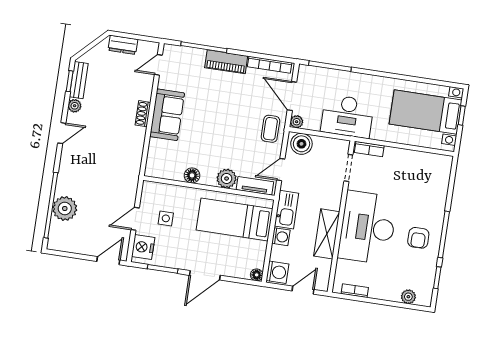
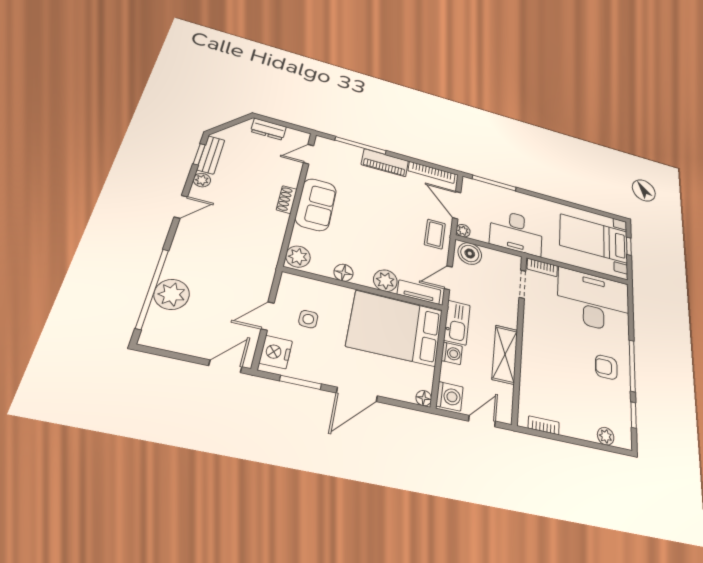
plant: (155, 165) -> (298, 257), added
bed: (235, 219) -> (395, 328), width x1.50
desk: (368, 228) -> (594, 301), moved, turned 90
armchair: (418, 238) -> (606, 367), turned 90

